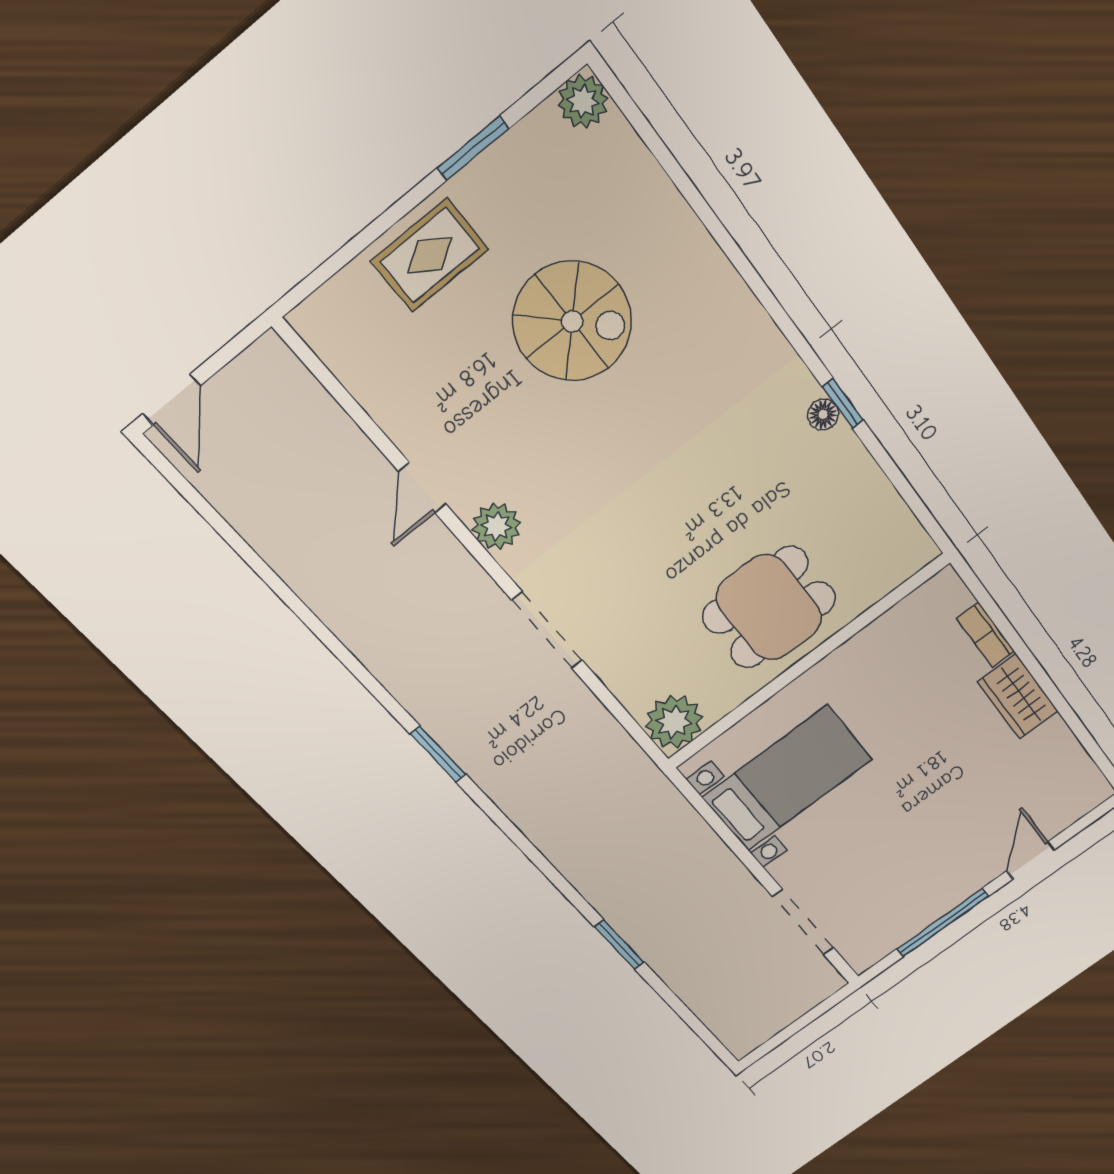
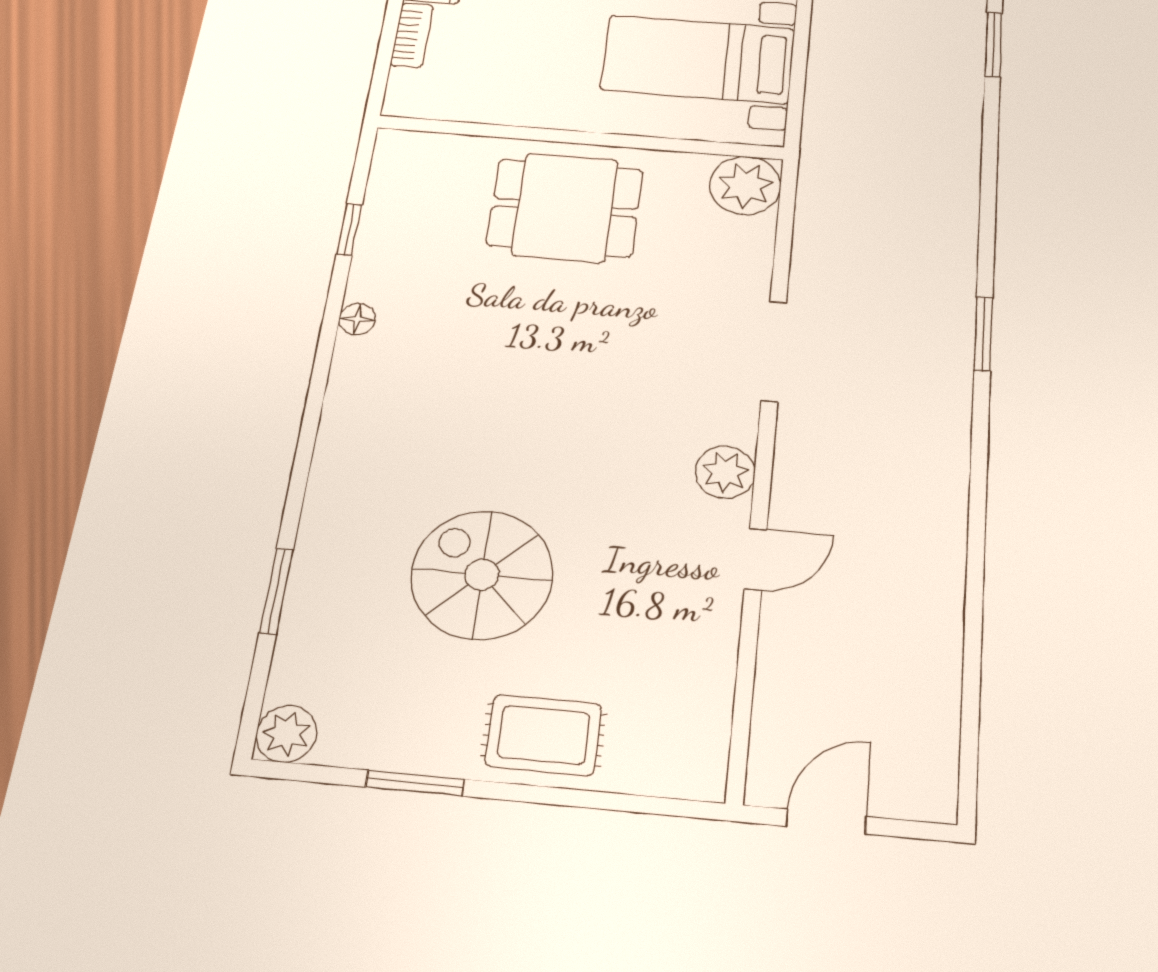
window: (687, 188) -> (276, 591), added
door: (172, 400) -> (826, 821), moved
window: (843, 403) -> (349, 229), moved

